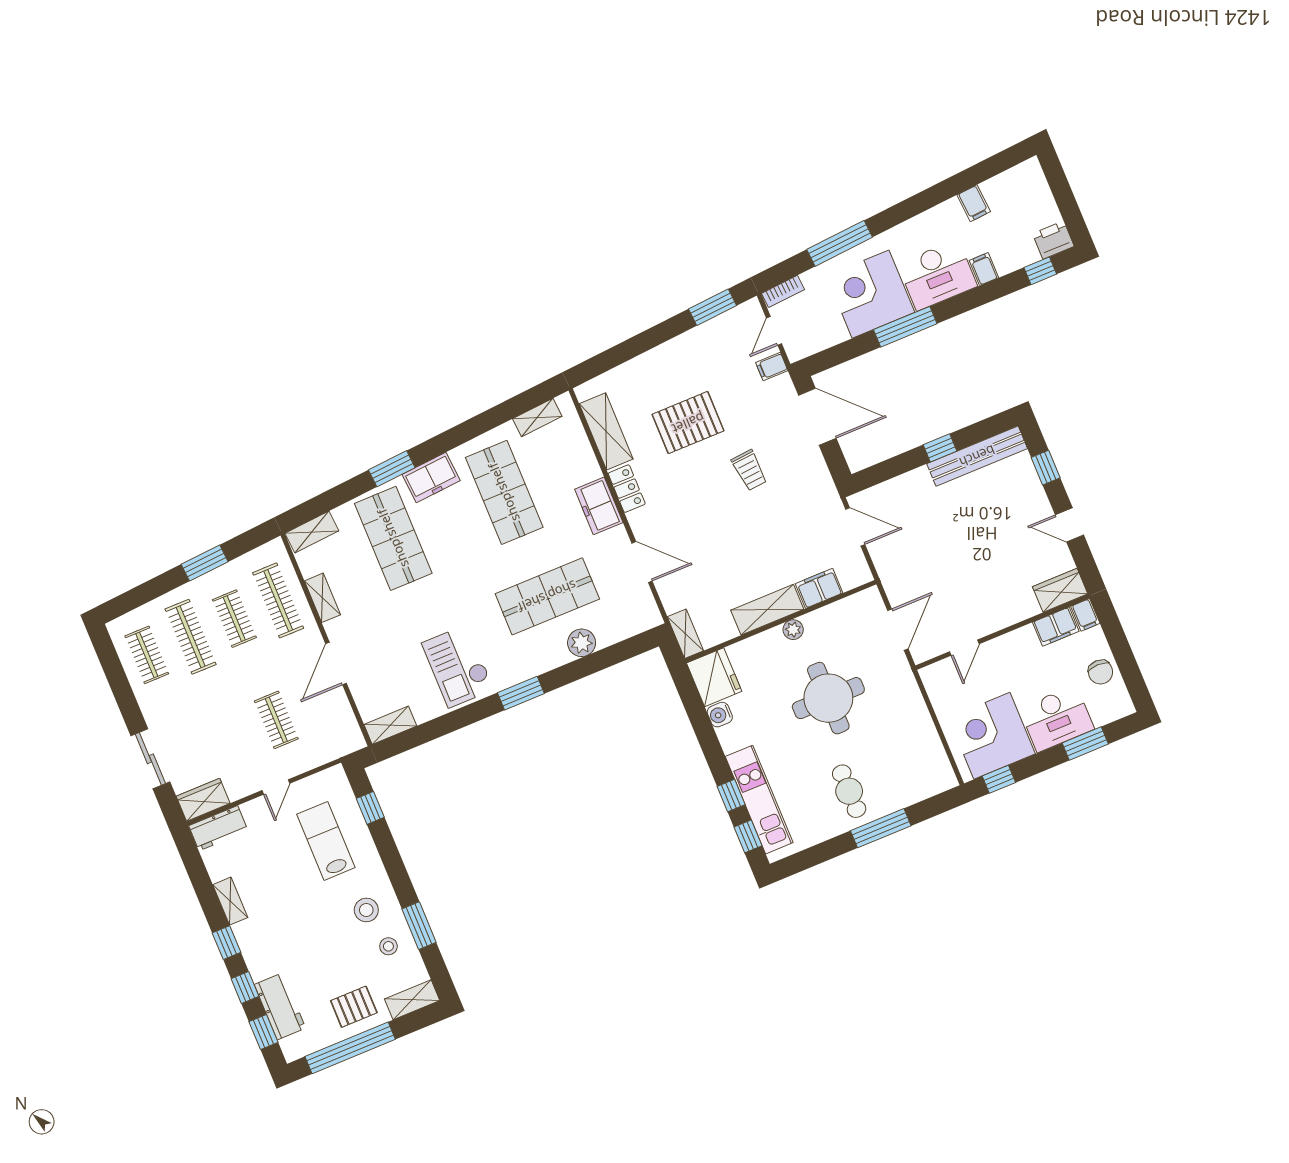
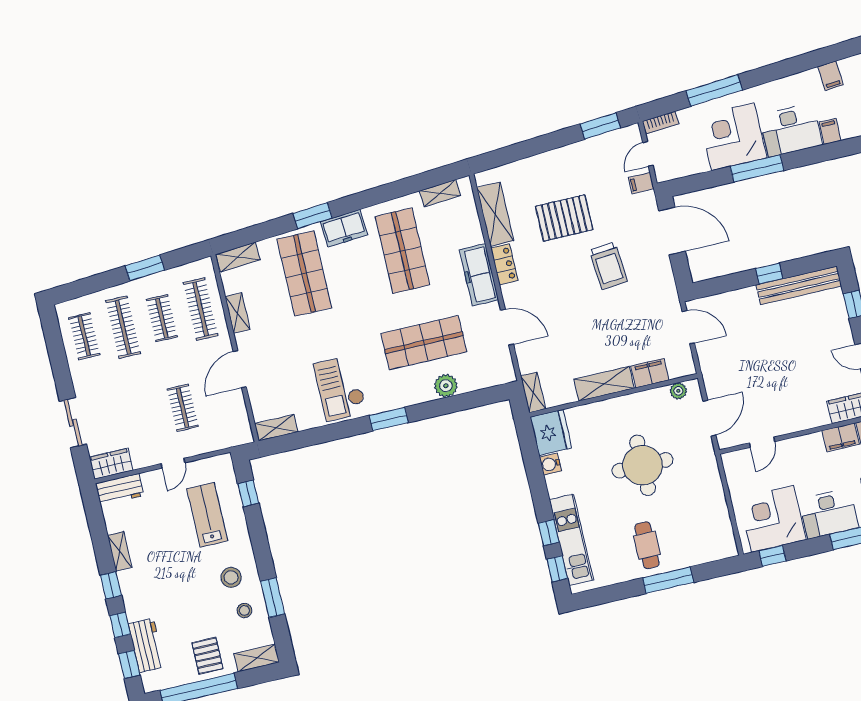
trolley: (749, 470) -> (608, 266), width x1.36, depth x1.39
freezer: (599, 506) -> (479, 275), width x1.40
plant: (793, 630) -> (678, 391), moved
pallet: (354, 1007) -> (207, 656), turned 90

